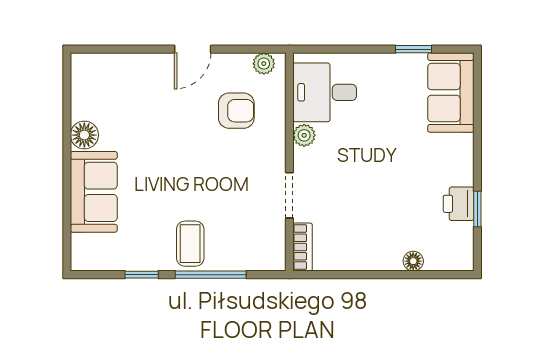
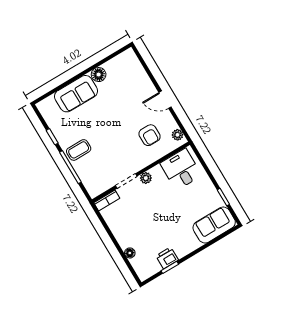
plant: (304, 135) -> (146, 178), moved

